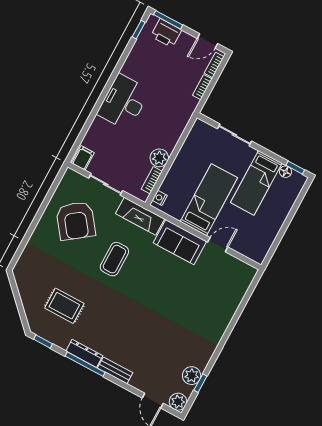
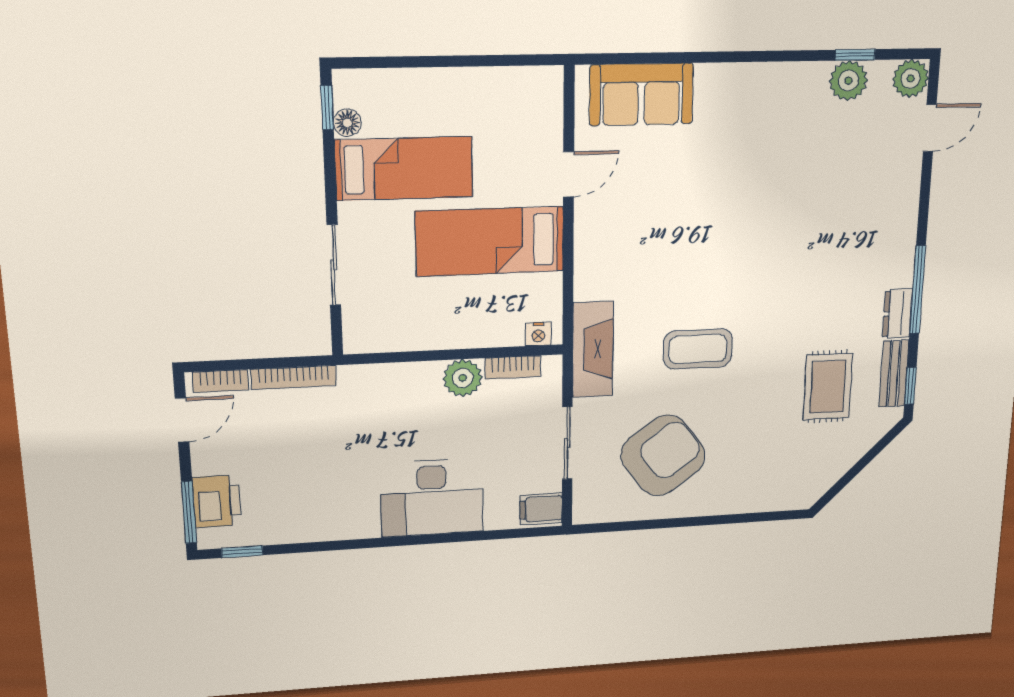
door: (207, 41) -> (182, 420), hinge flipped
bookcase: (202, 87) -> (294, 377), width x1.56
desk: (124, 102) -> (432, 498), moved
sofa: (180, 242) -> (641, 94), moved, turned 90
door: (218, 245) -> (569, 174), swing flipped
dresser: (84, 353) -> (898, 314), width x0.70
bench: (115, 370) -> (894, 374), moved

